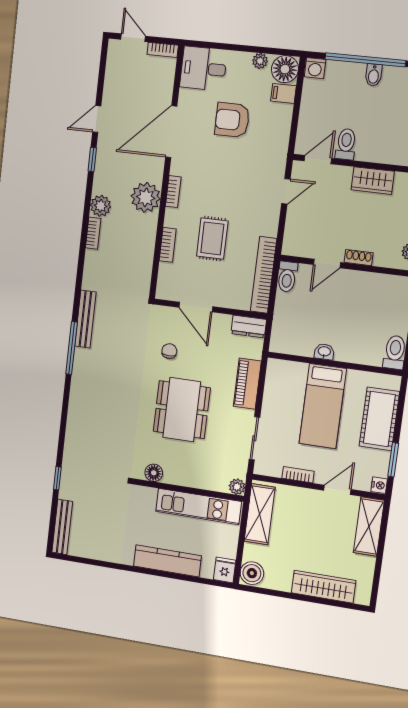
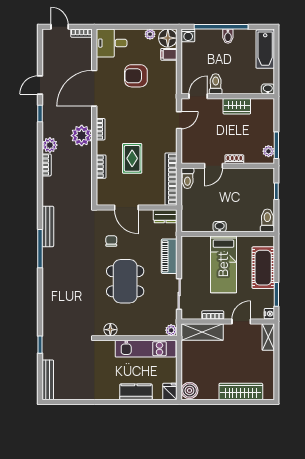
shelving: (260, 514) -> (202, 332), moved, turned 90
shelving: (369, 527) -> (268, 337), width x0.67, depth x0.75
kitchen counter: (167, 561) -> (136, 392), width x0.67

